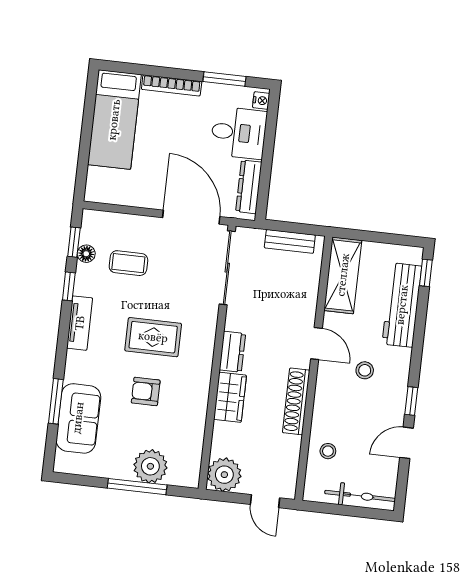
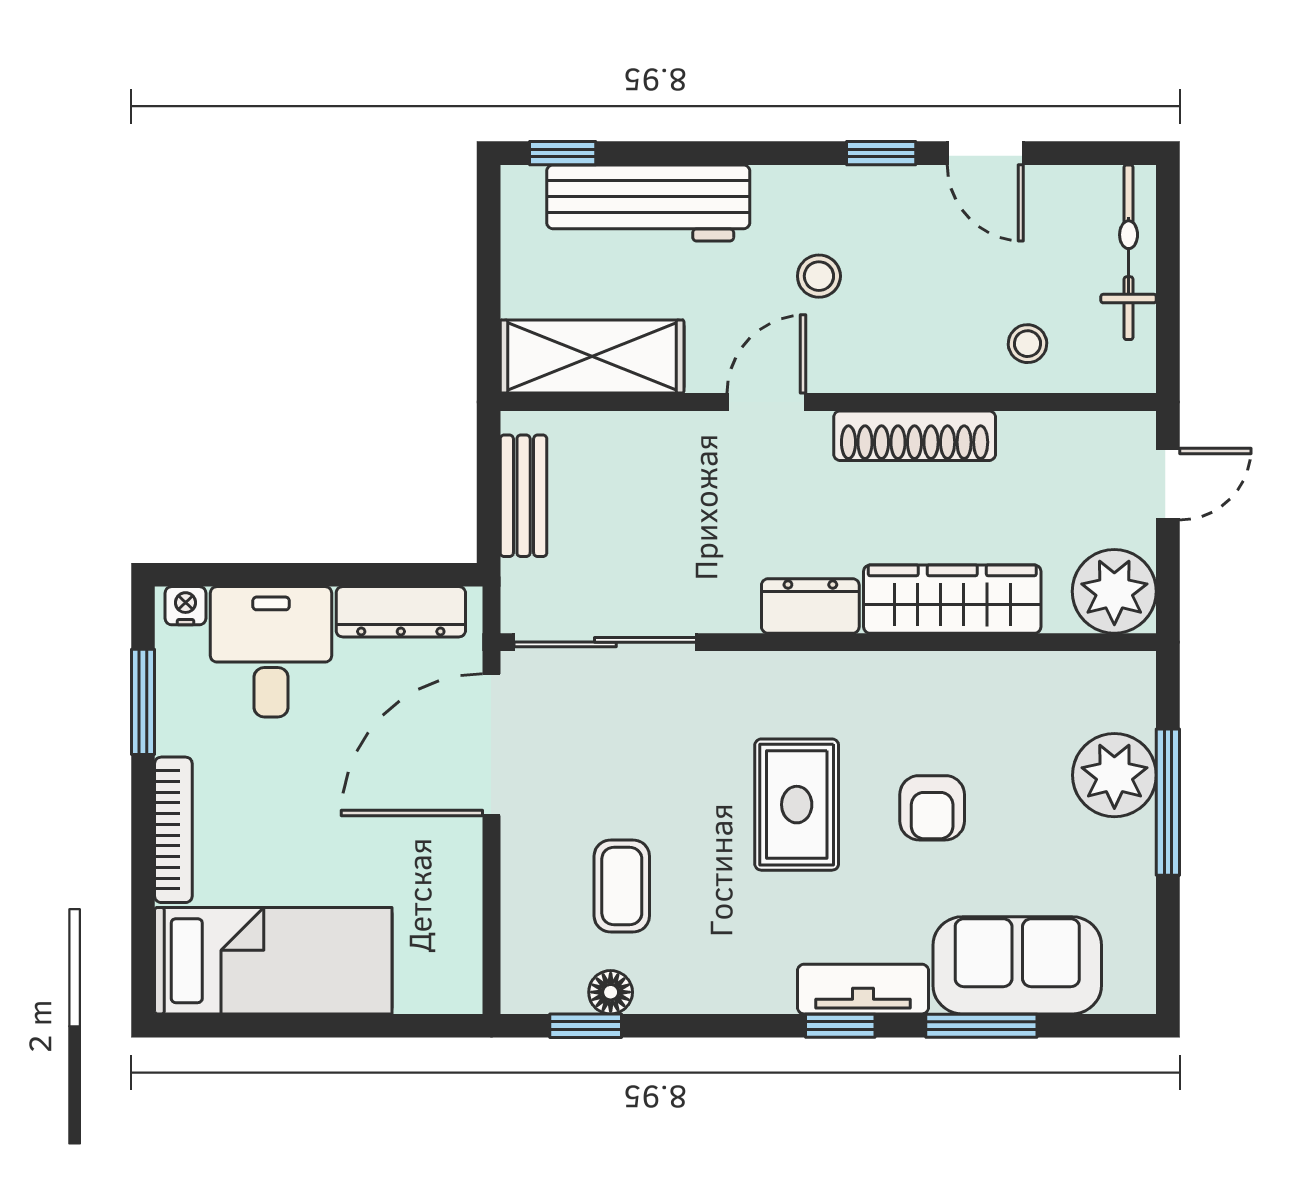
window: (69, 286) -> (840, 1026), moved
tv unit: (80, 323) -> (863, 989), moved
wardrobe: (230, 397) -> (952, 599), width x1.50

